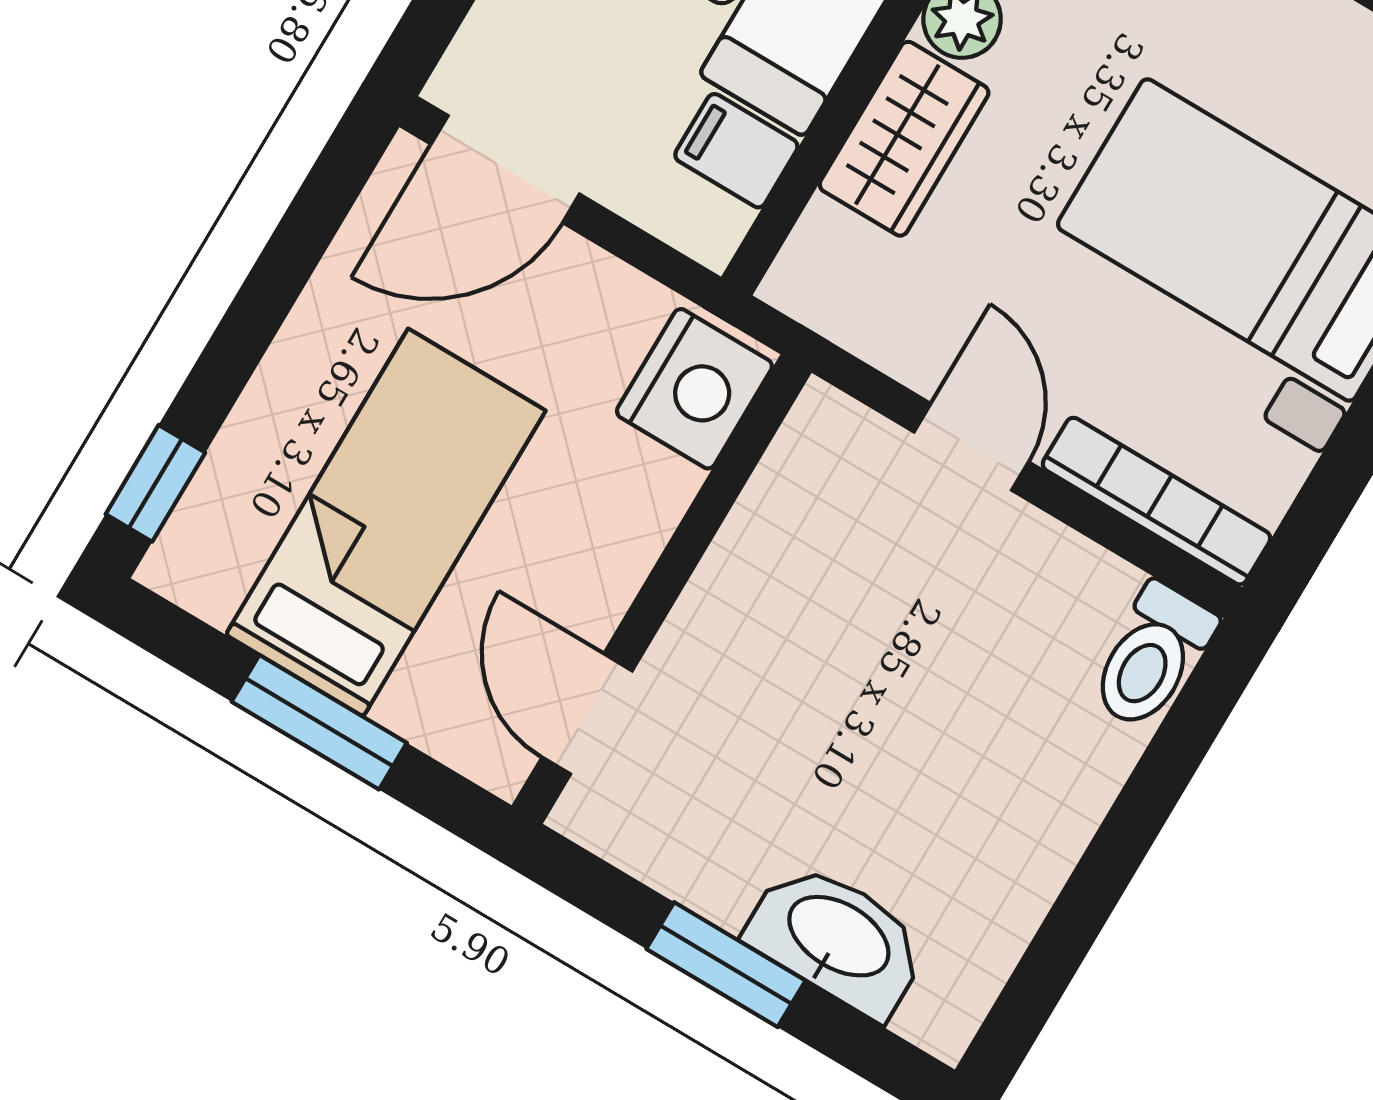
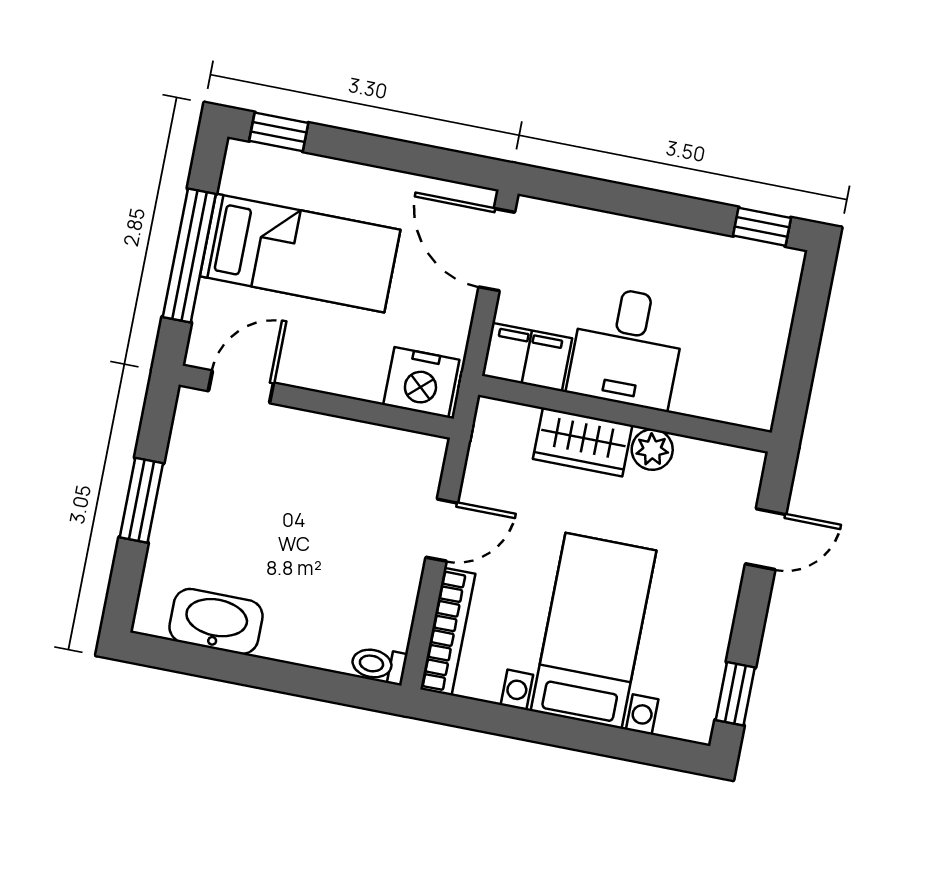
filing cabinet: (736, 151) -> (527, 357), width x2.00
toilet: (1152, 656) -> (379, 665), width x0.73, depth x0.72
window: (319, 722) -> (189, 256), width x1.44
washbasin: (837, 939) -> (216, 621), moved, turned -90

